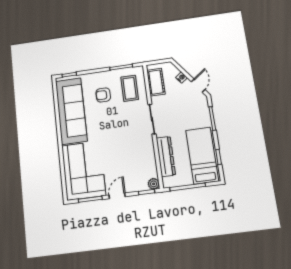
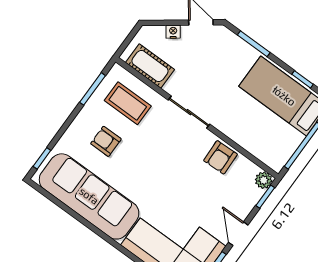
armchair: (103, 95) -> (106, 141), turned 90
armchair: (145, 153) -> (220, 157), added
dresser: (166, 156) -> (246, 137), removed

